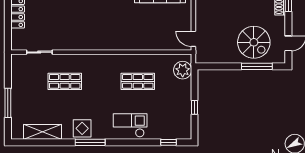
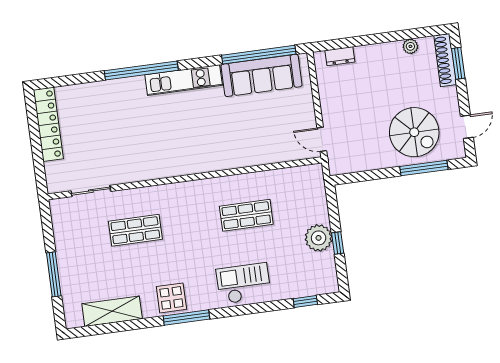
plant: (183, 70) -> (319, 238), moved

